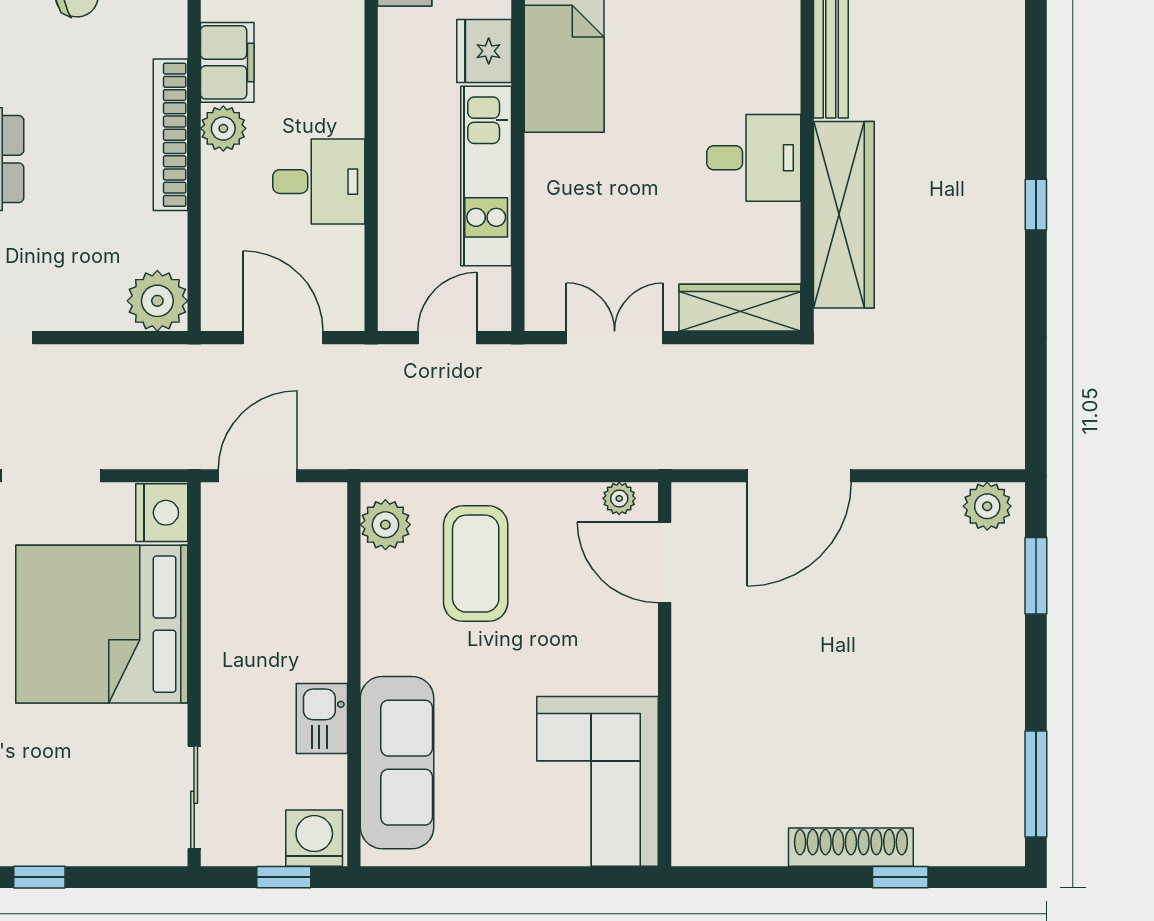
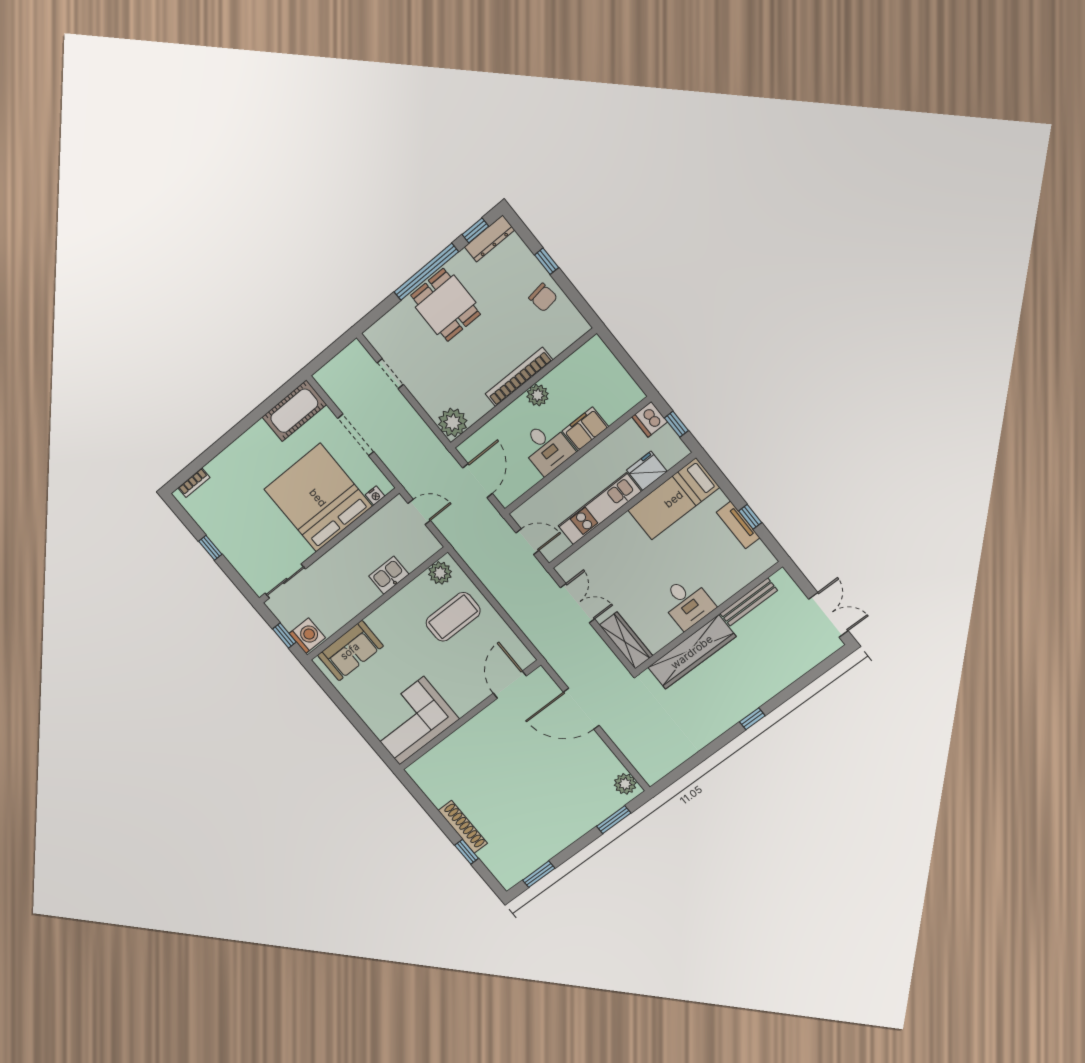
filing cabinet: (227, 62) -> (585, 429), moved, turned 180
door: (258, 476) -> (419, 512), width x0.73
plant: (619, 498) -> (520, 650), removed
nightstand: (162, 513) -> (375, 495), width x0.53, depth x0.56
kitchen sink: (322, 718) -> (389, 575), moved
sofa: (397, 763) -> (350, 651), width x0.73
window: (1036, 784) -> (539, 874), width x0.69

